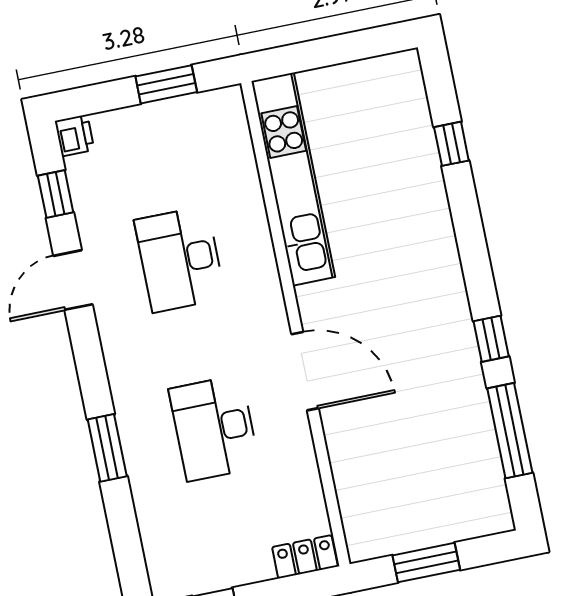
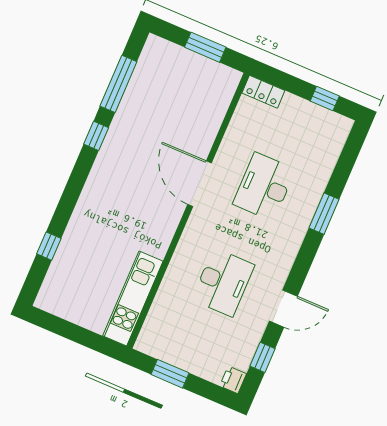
kitchen unit: (293, 179) -> (133, 299), width x0.73
desk: (214, 428) -> (264, 187), turned 180

